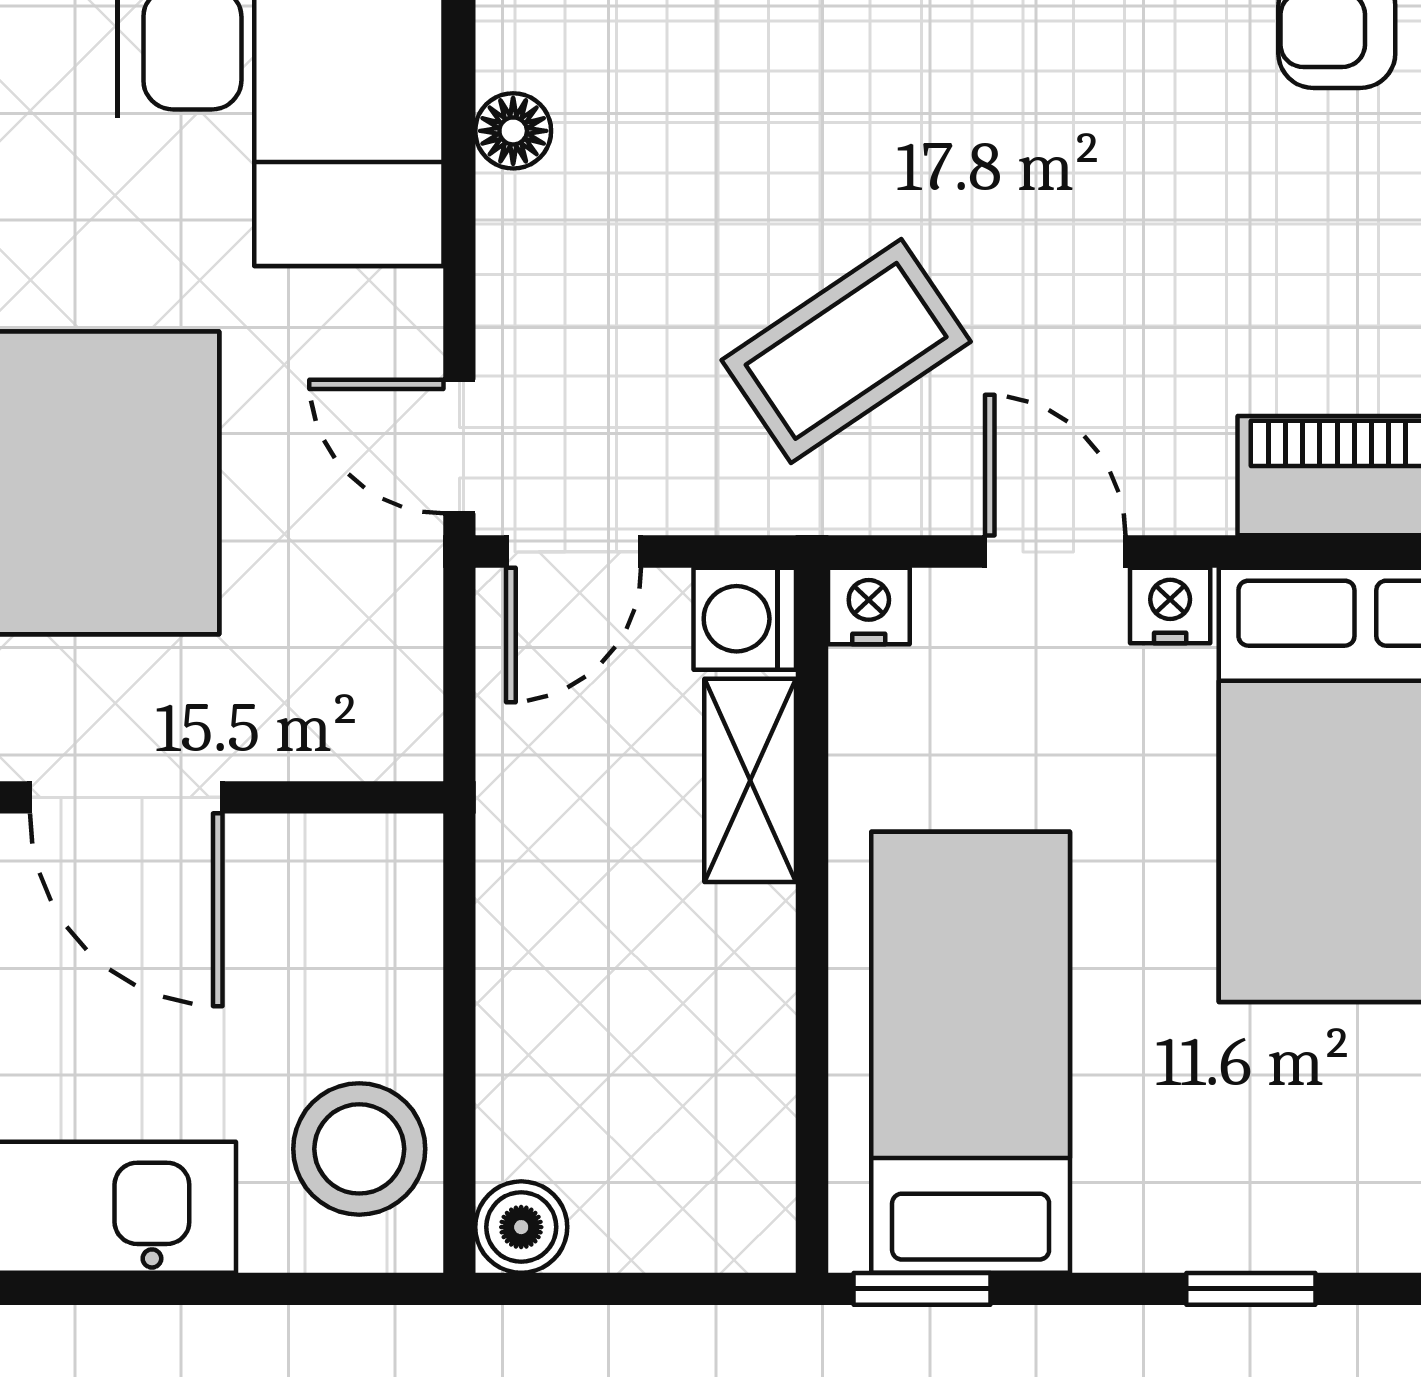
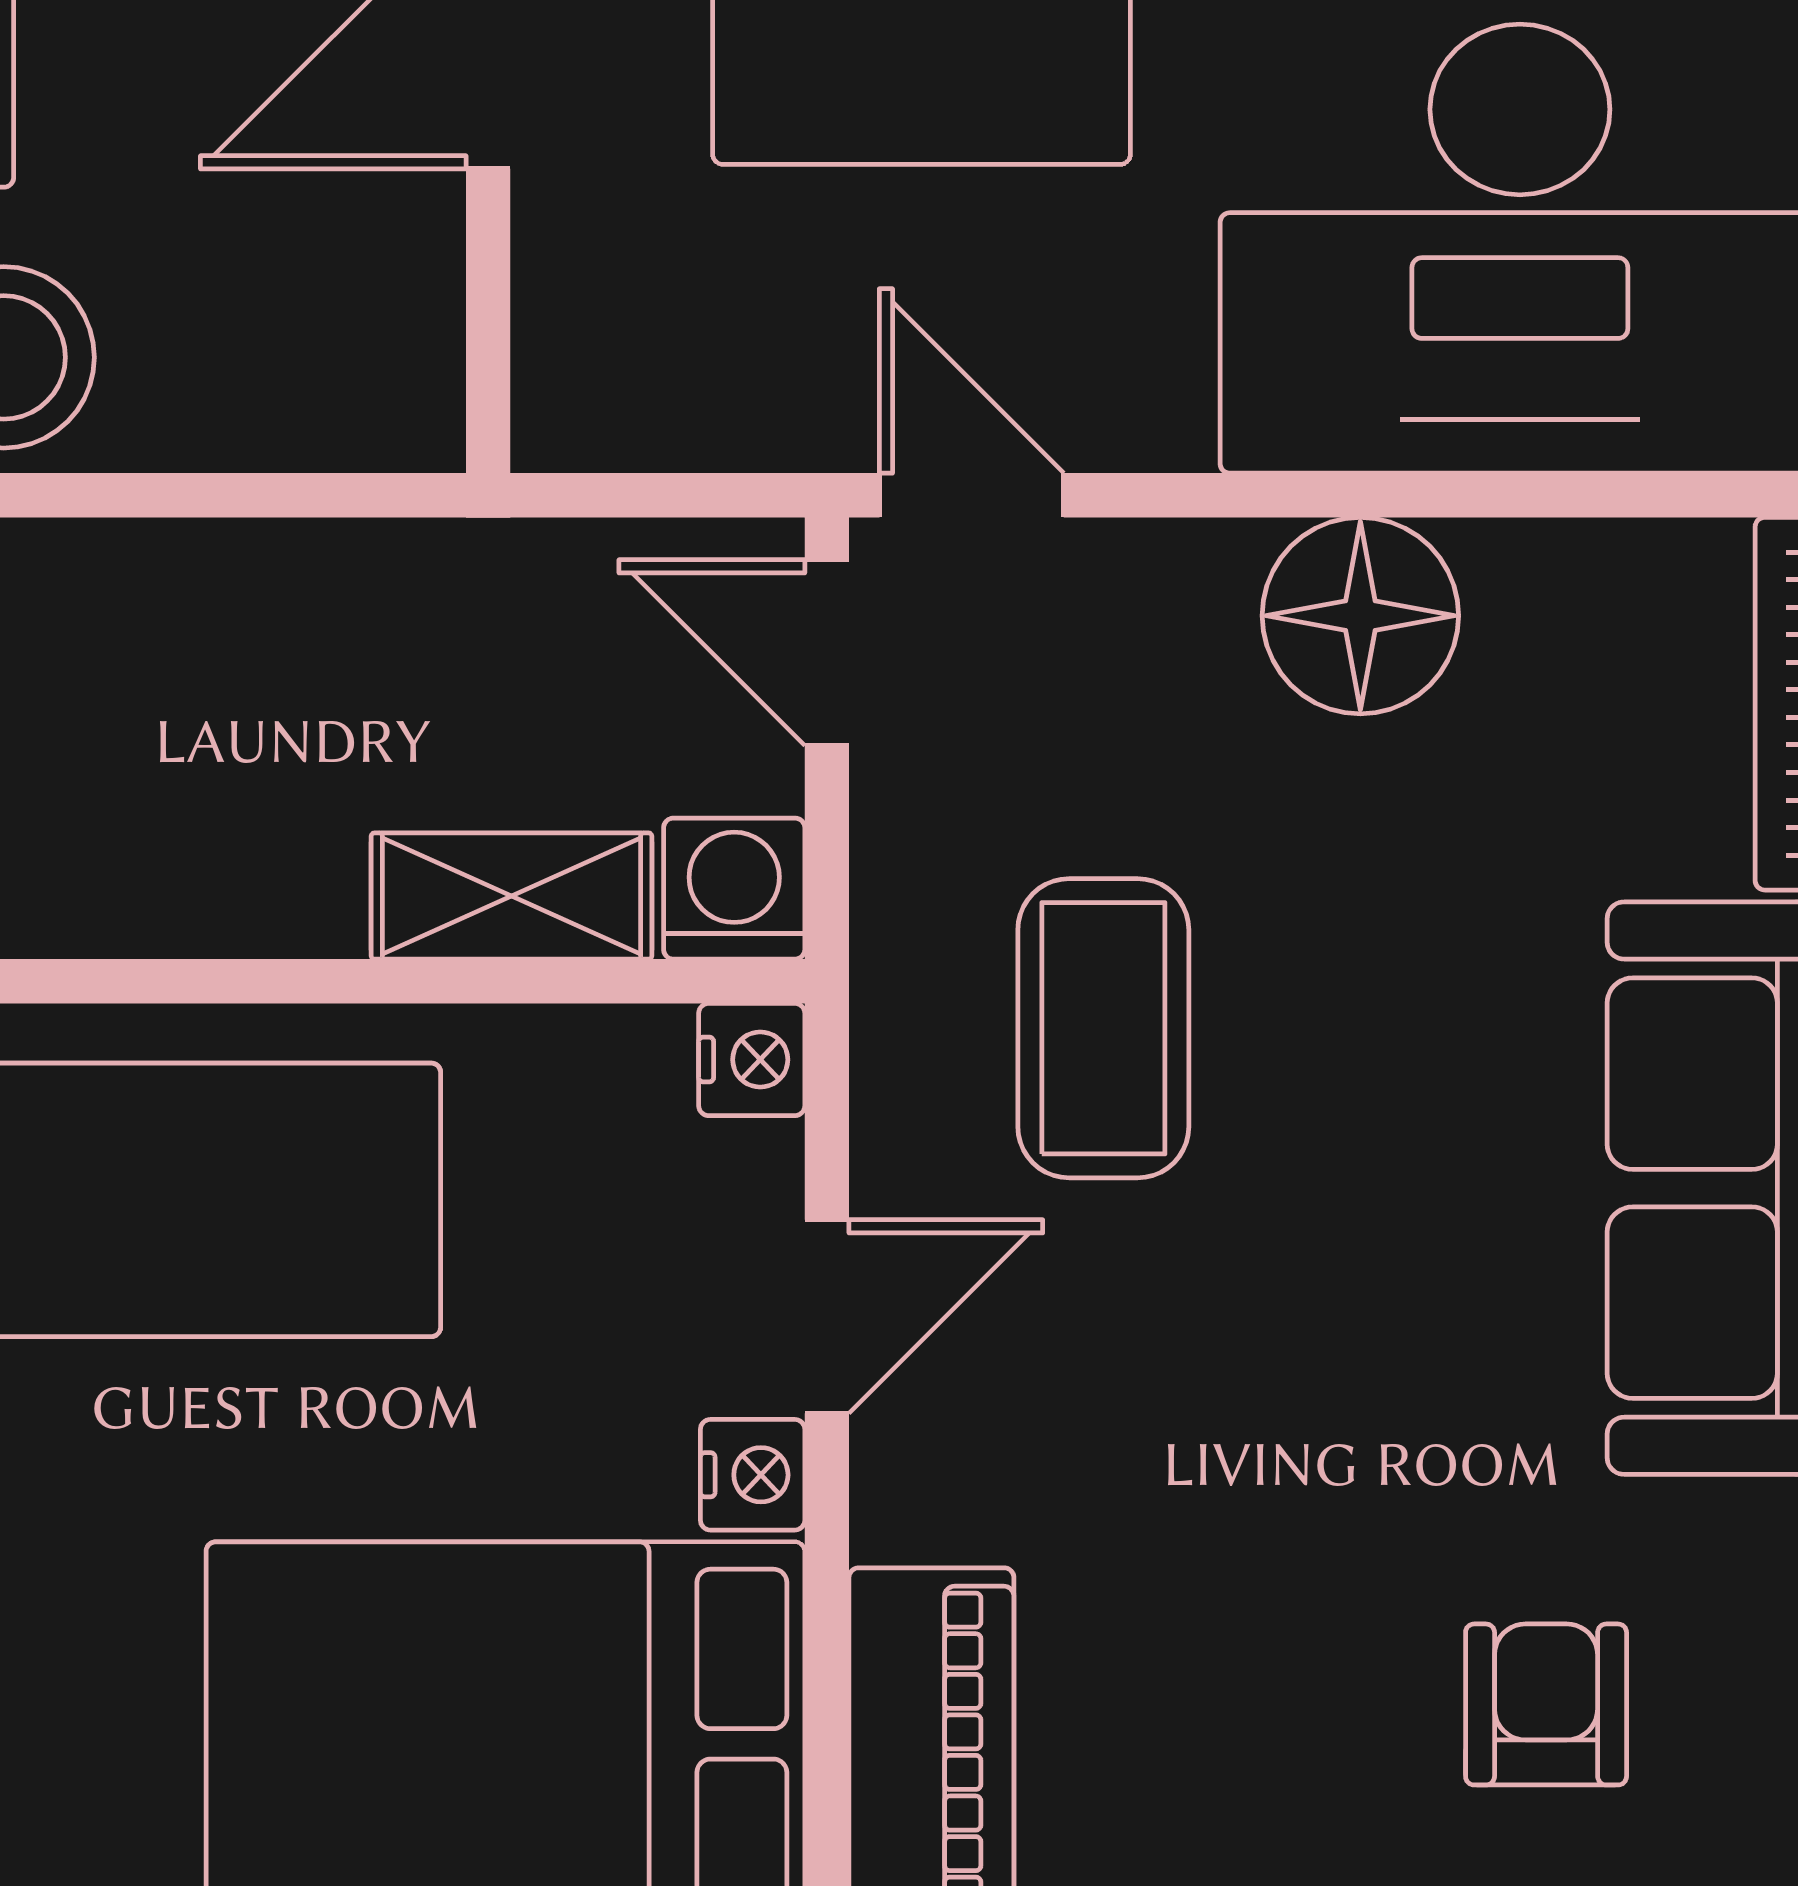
floor lamp: (513, 131) -> (1360, 616), width x1.89, depth x1.89
coffee table: (846, 351) -> (1103, 1028), turned 34
door: (459, 446) -> (972, 495), hinge flipped

